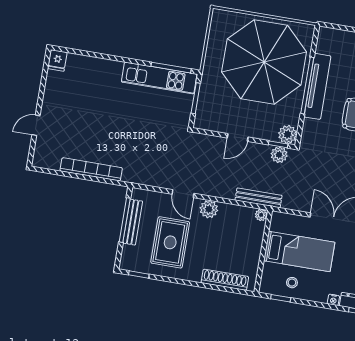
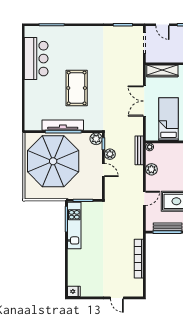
plant: (279, 155) -> (110, 154), moved
plant: (209, 209) -> (151, 169), moved

